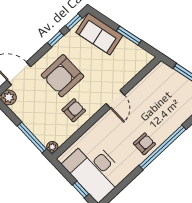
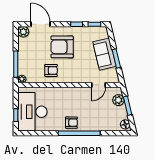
sofa: (99, 34) -> (104, 54), moved
plant: (171, 76) -> (118, 100), added
door: (115, 99) -> (99, 85), moved

